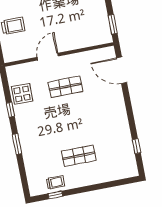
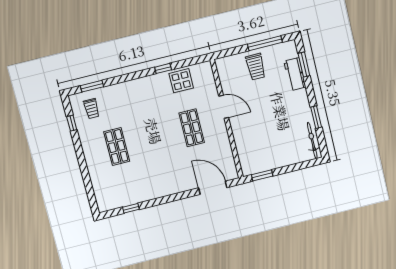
door: (122, 70) -> (213, 188), hinge flipped
window: (17, 144) -> (92, 86), moved
trolley: (55, 182) -> (91, 109), moved

